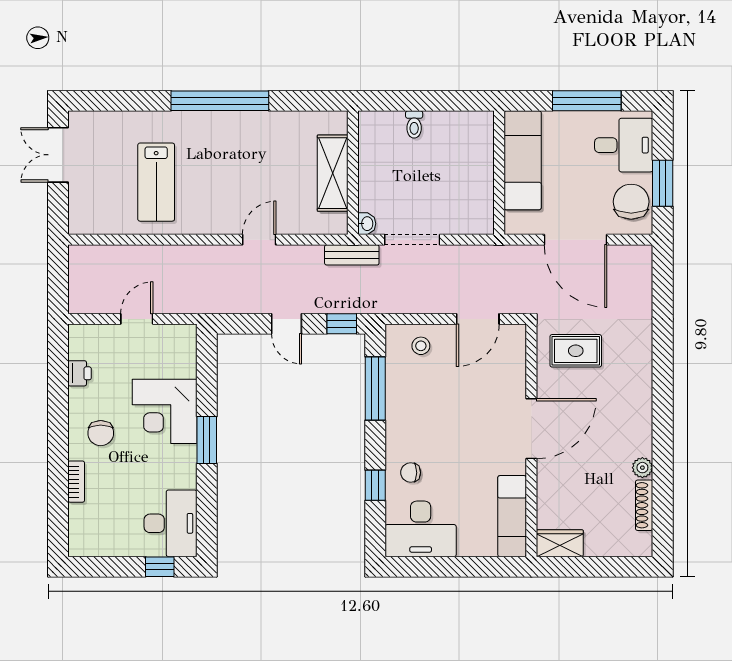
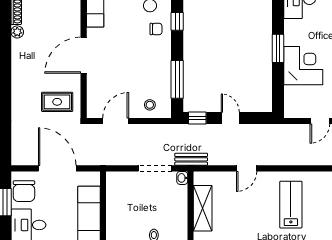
lab bench: (156, 182) -> (291, 205), moved

